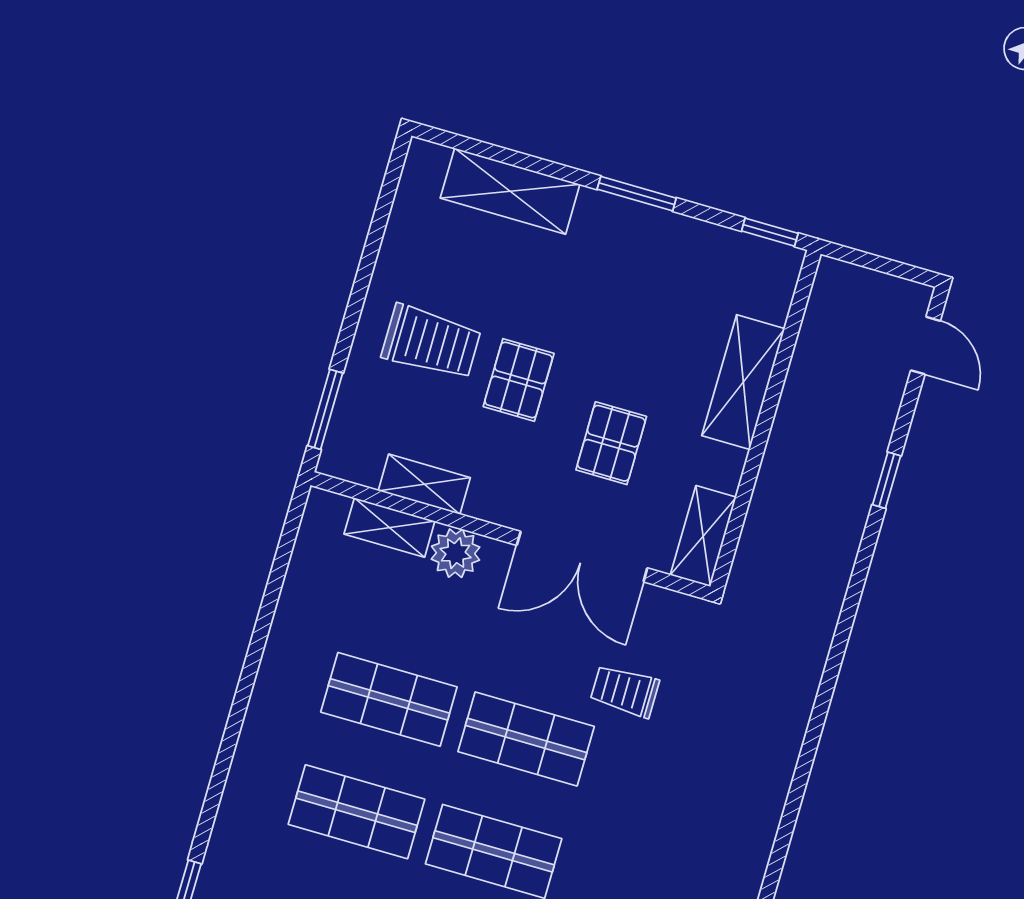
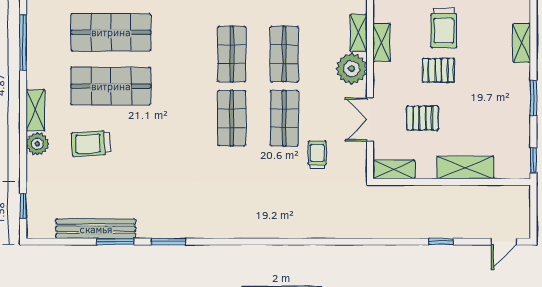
shelving: (510, 191) -> (522, 43), width x0.67, depth x0.75
plant: (456, 553) -> (352, 69), width x1.36, depth x1.36
double door: (582, 557) -> (370, 120), width x0.73

